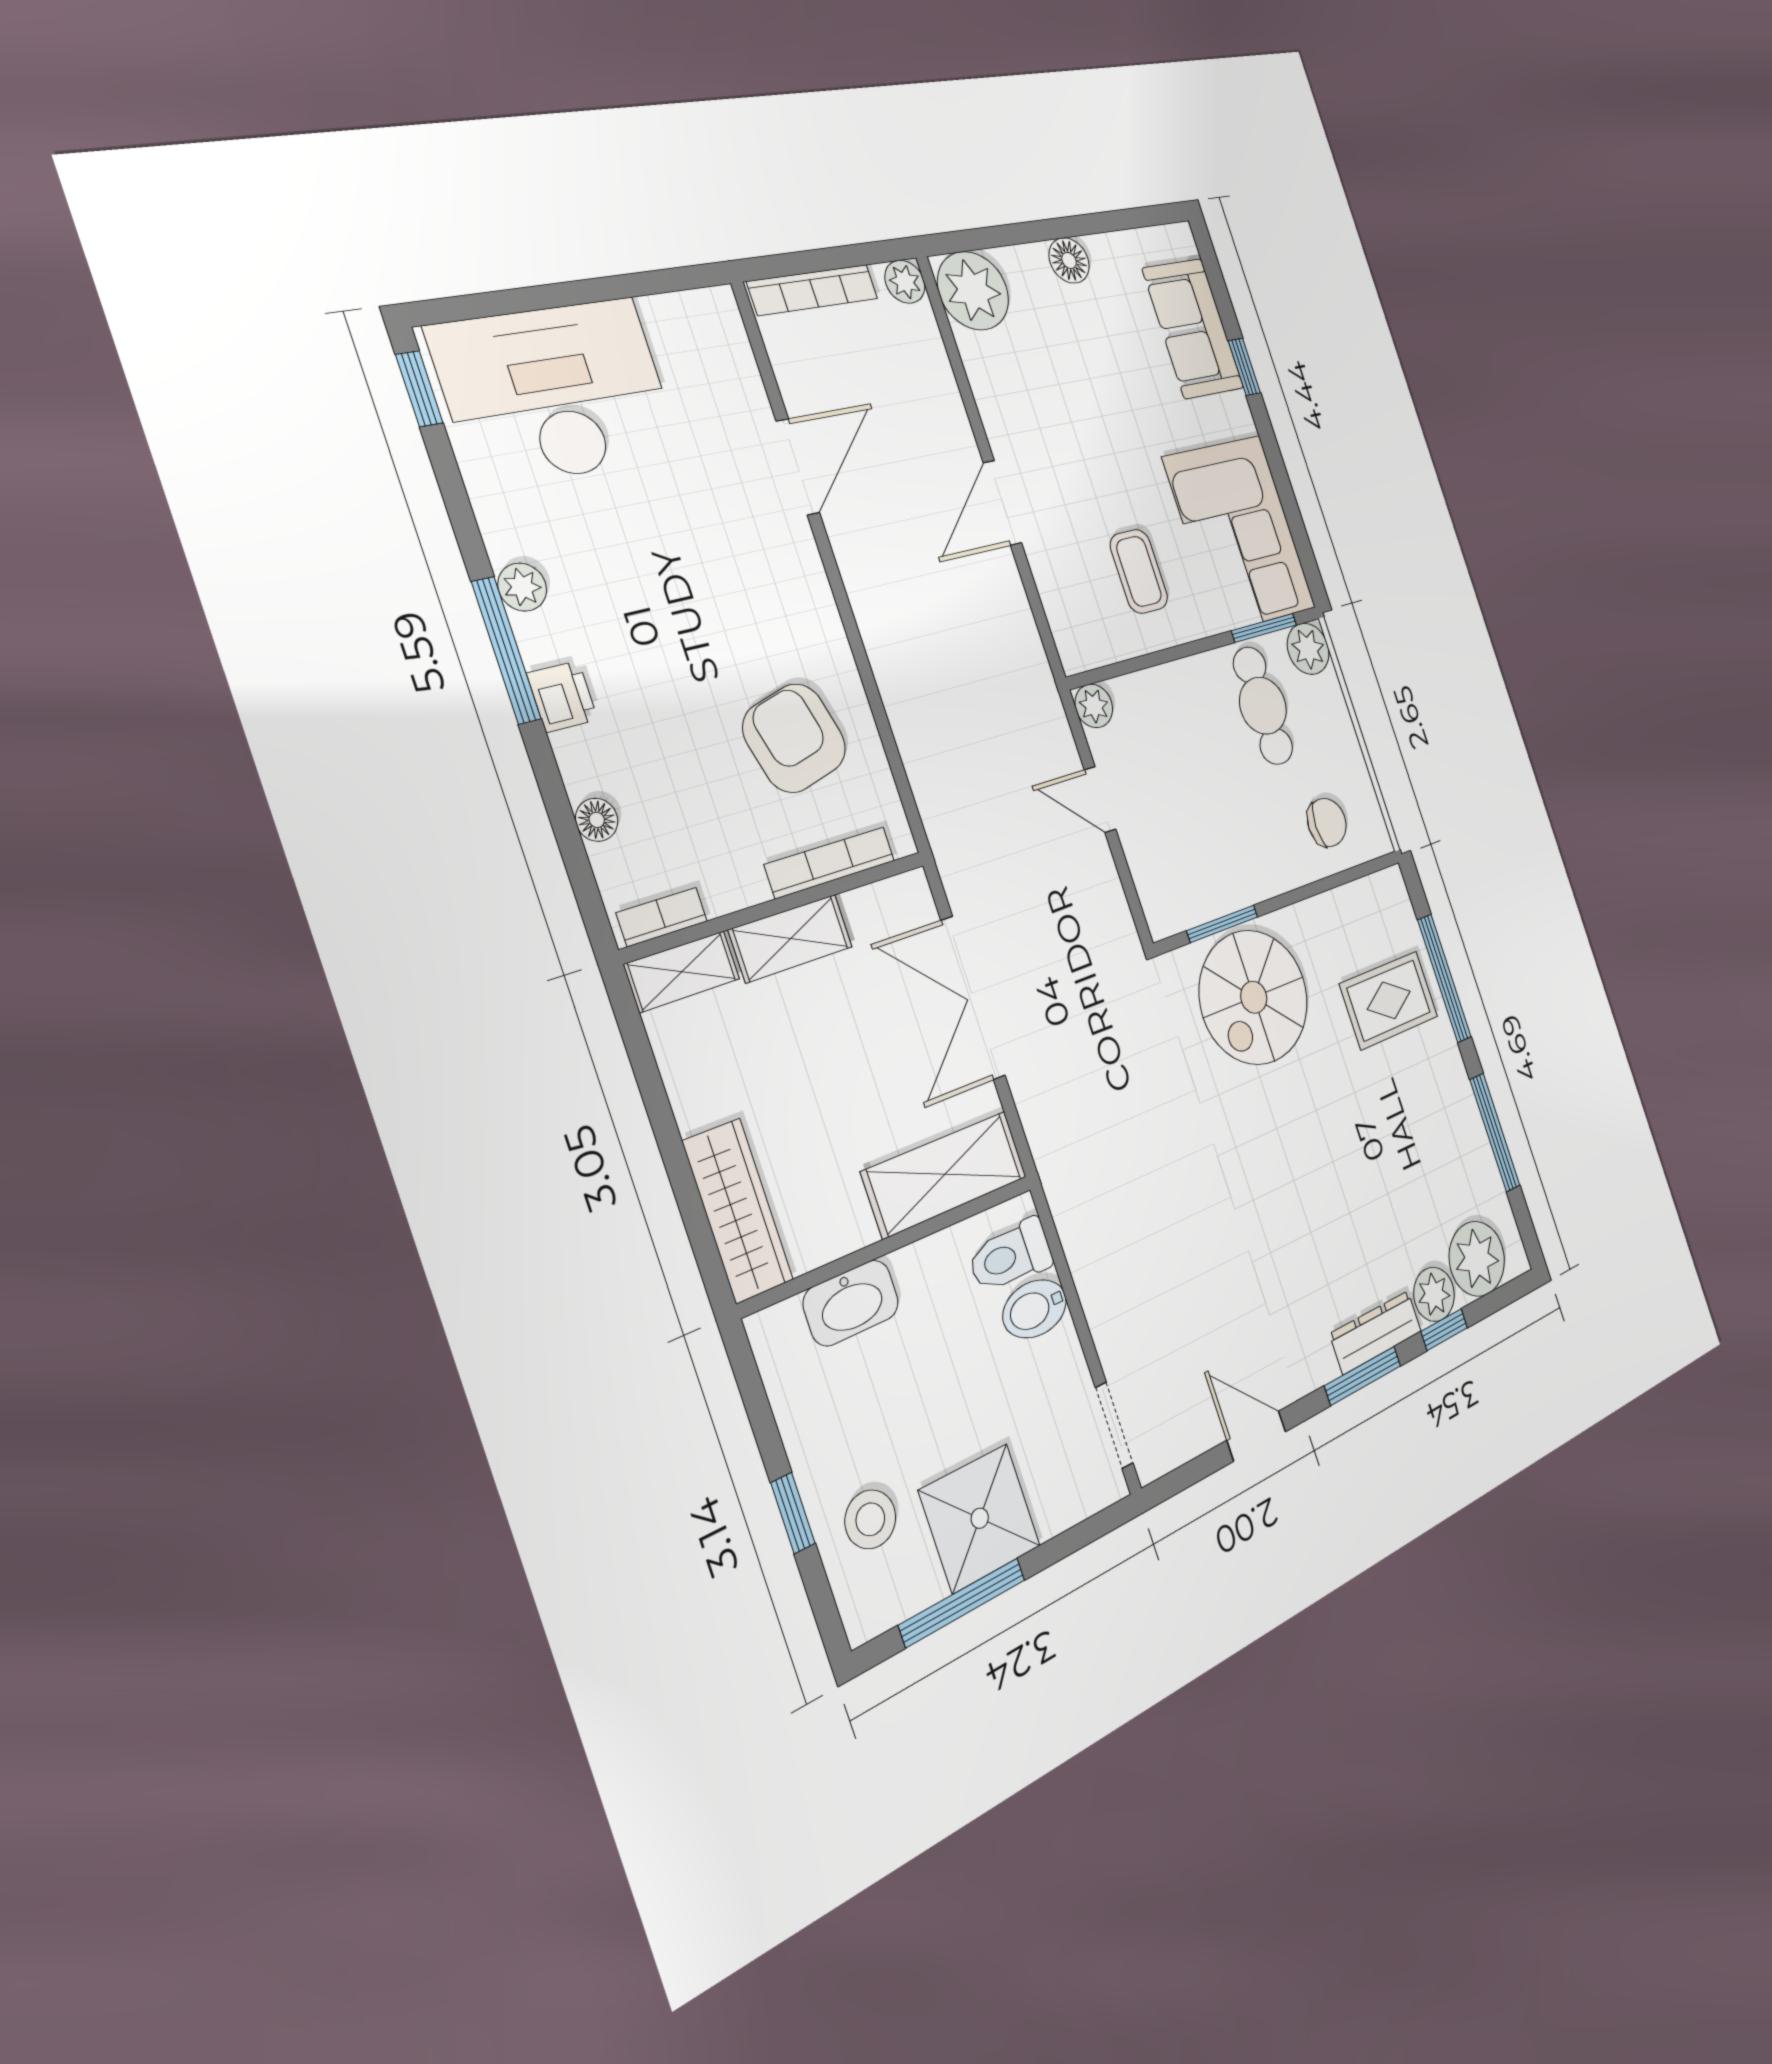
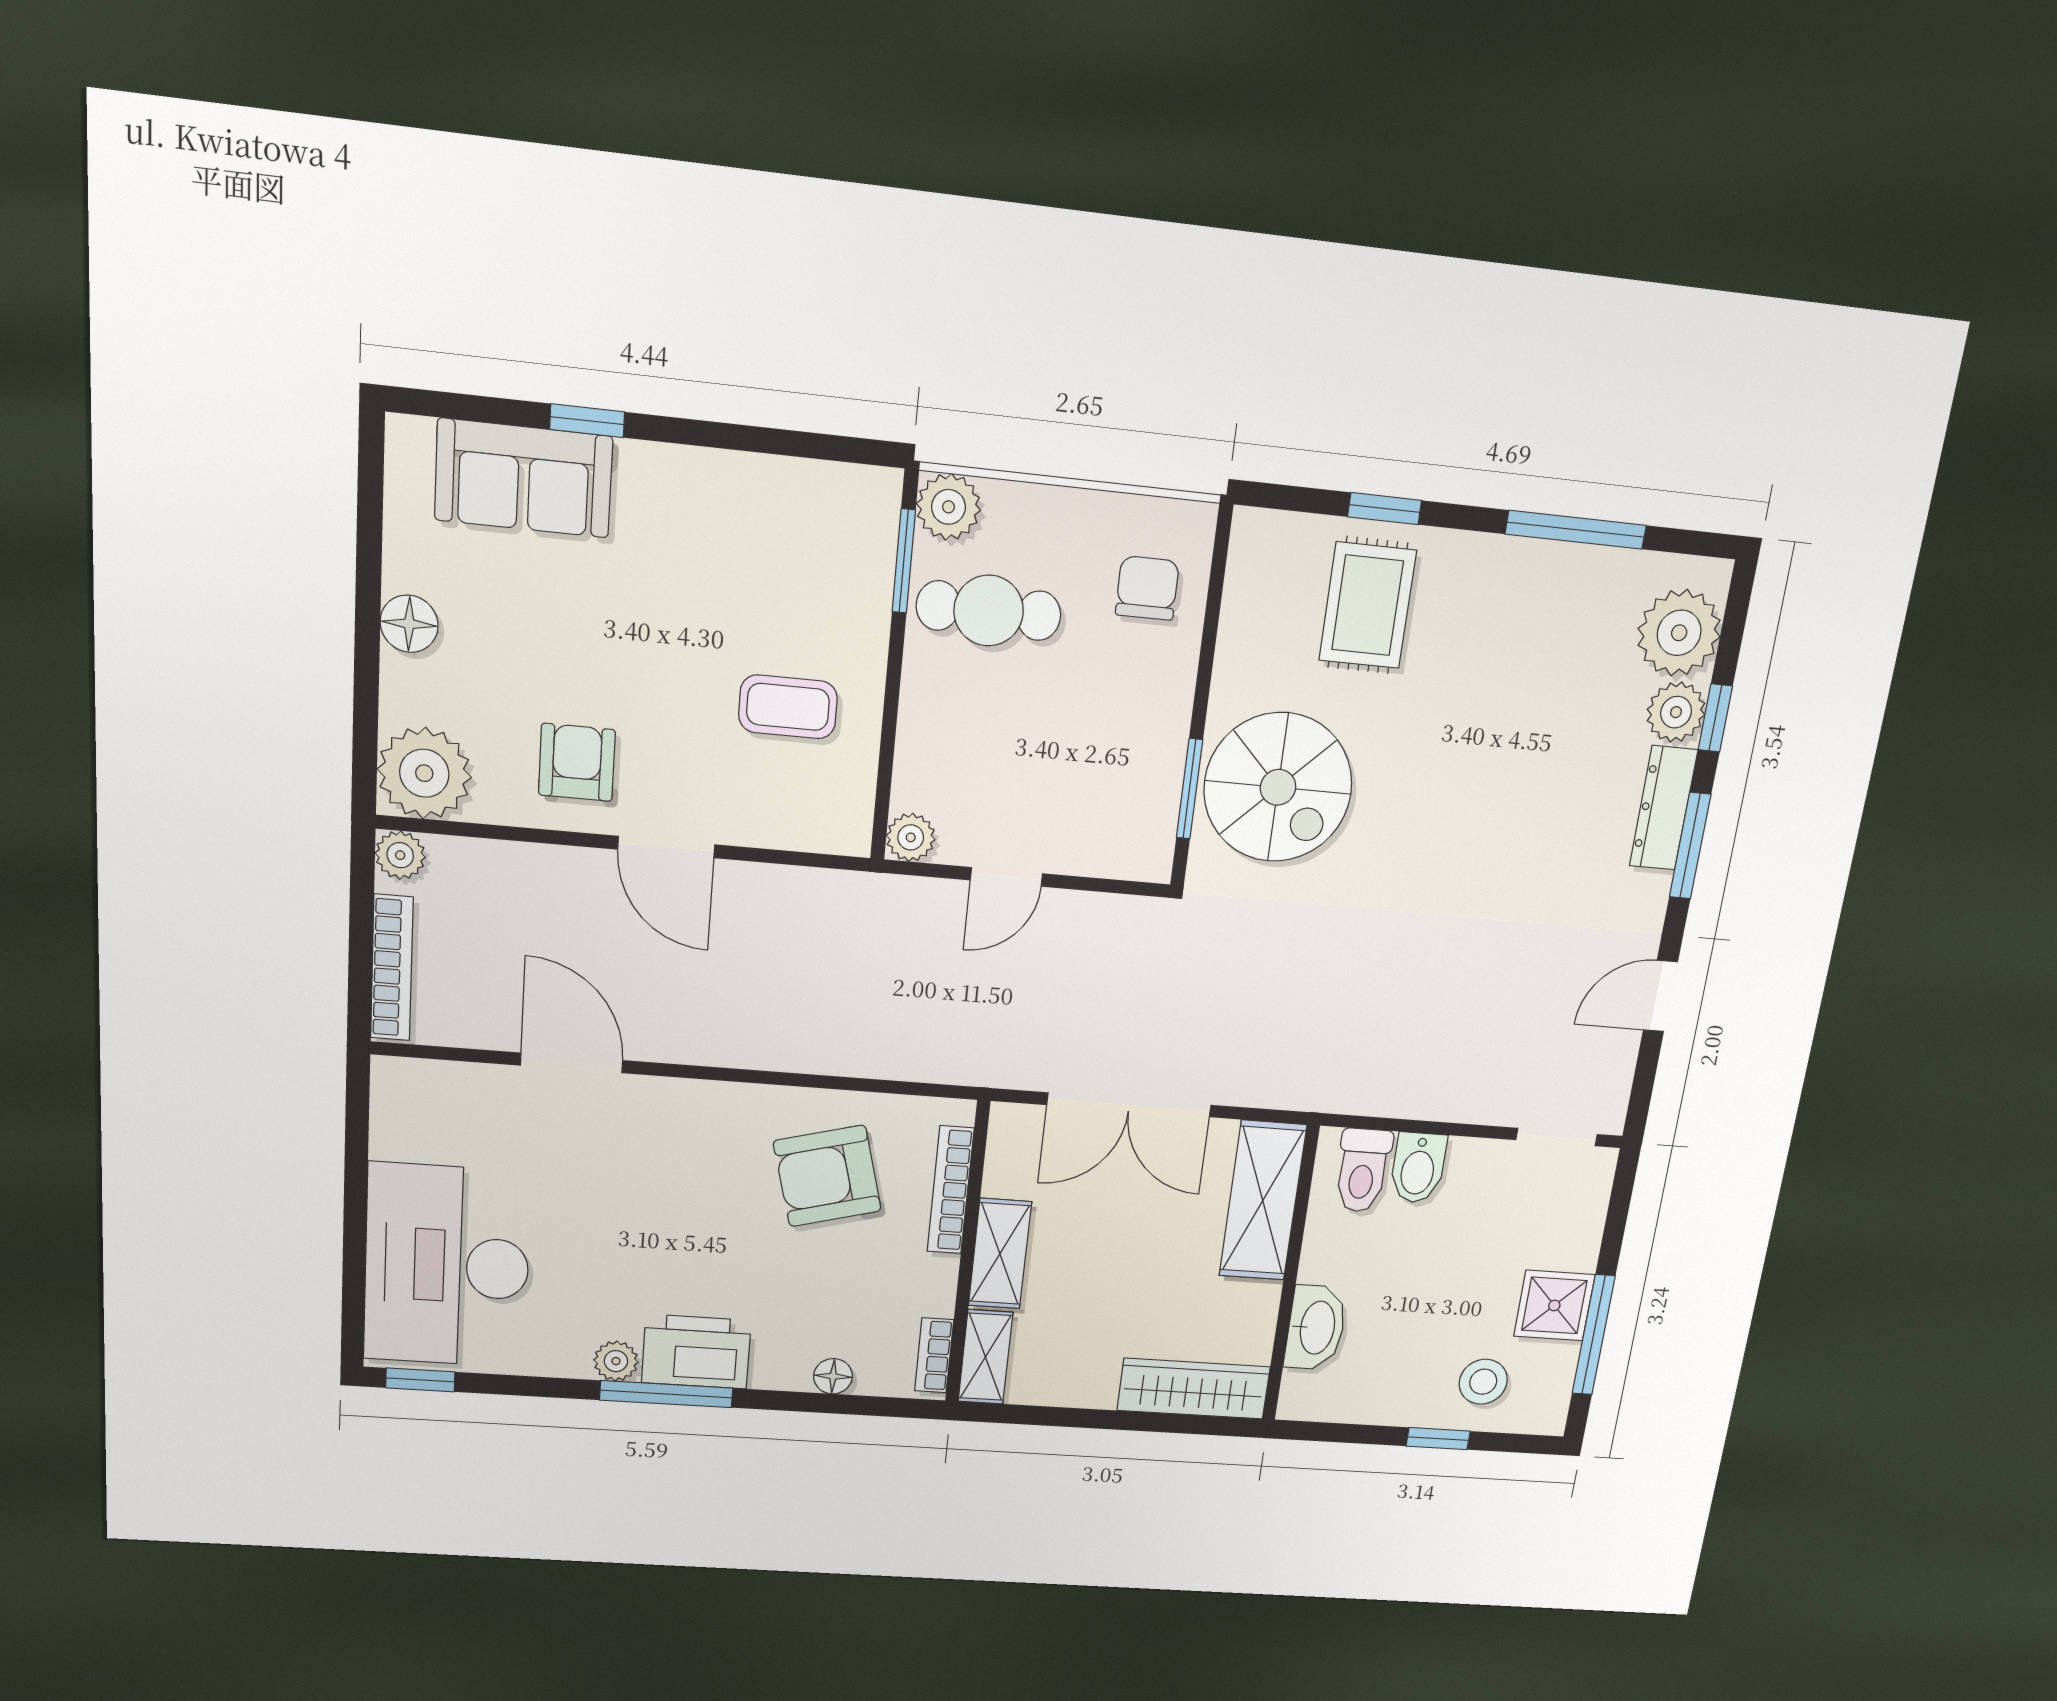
armchair: (1032, 413) -> (577, 762), added
corner sofa: (1240, 533) -> (786, 539), removed
printer: (562, 696) -> (696, 1352), width x1.87, depth x1.48
window: (1444, 978) -> (1385, 509), width x0.46
shower: (980, 1518) -> (1554, 1305), width x0.73, depth x0.73

